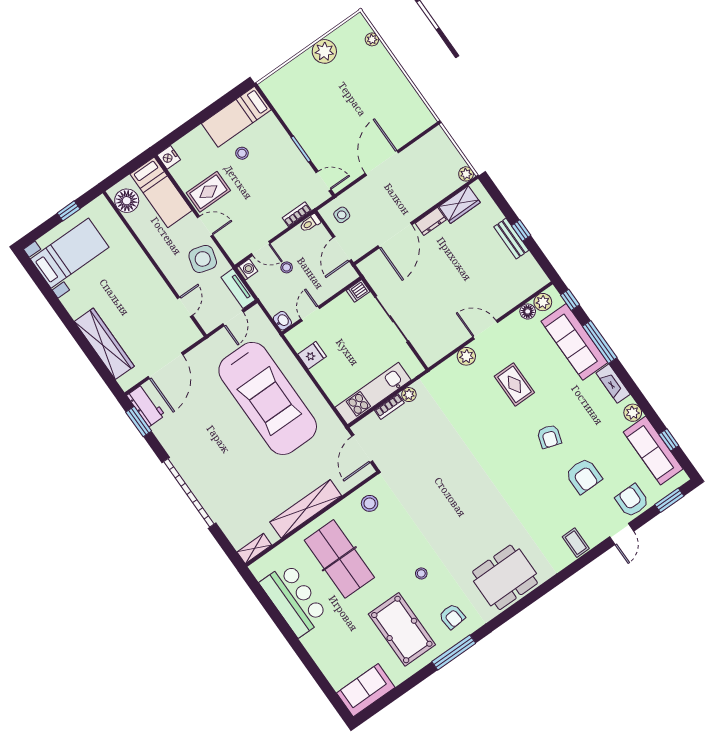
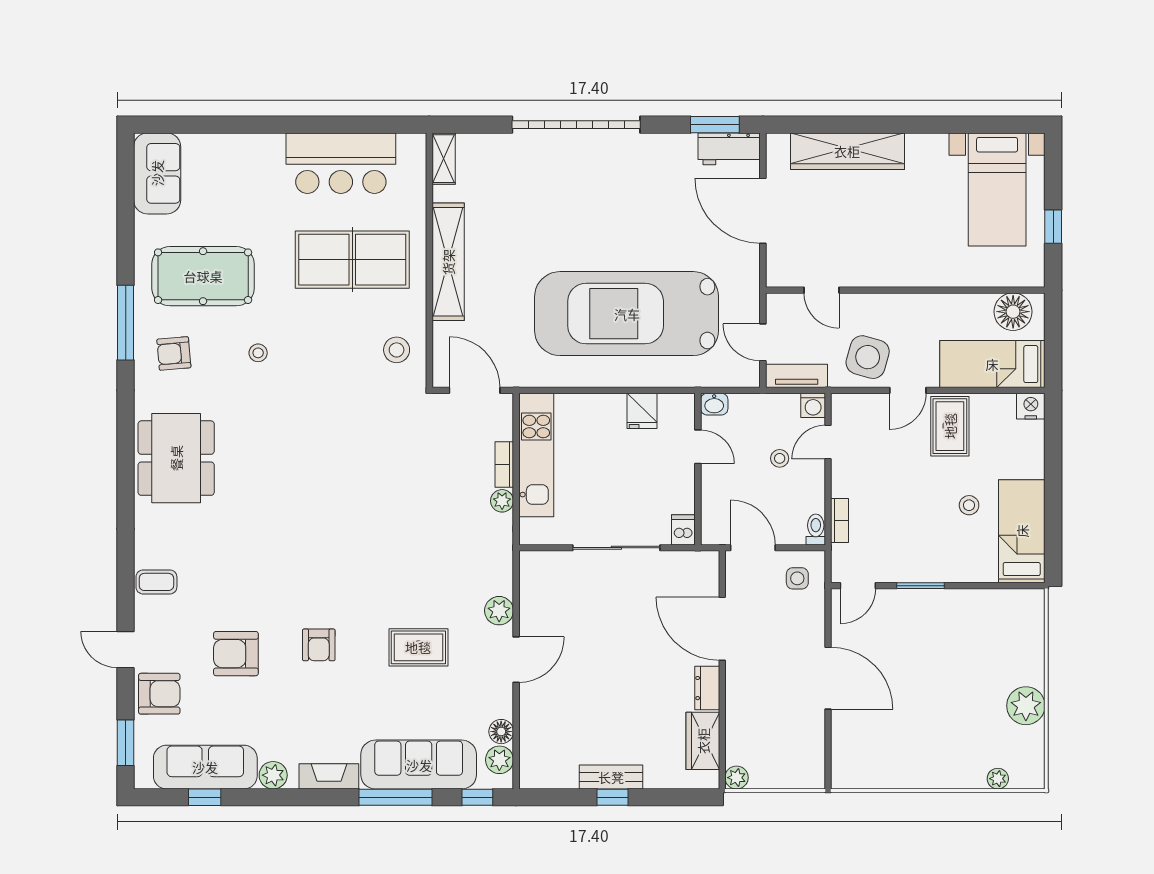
armchair: (549, 437) -> (319, 645), turned -108

